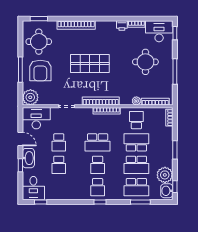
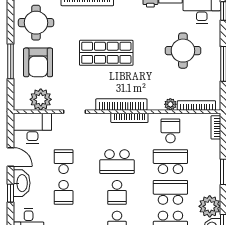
plant: (30, 97) -> (41, 99), moved
school desk: (59, 142) -> (64, 162), turned 180
school desk: (136, 165) -> (170, 192), turned 180

